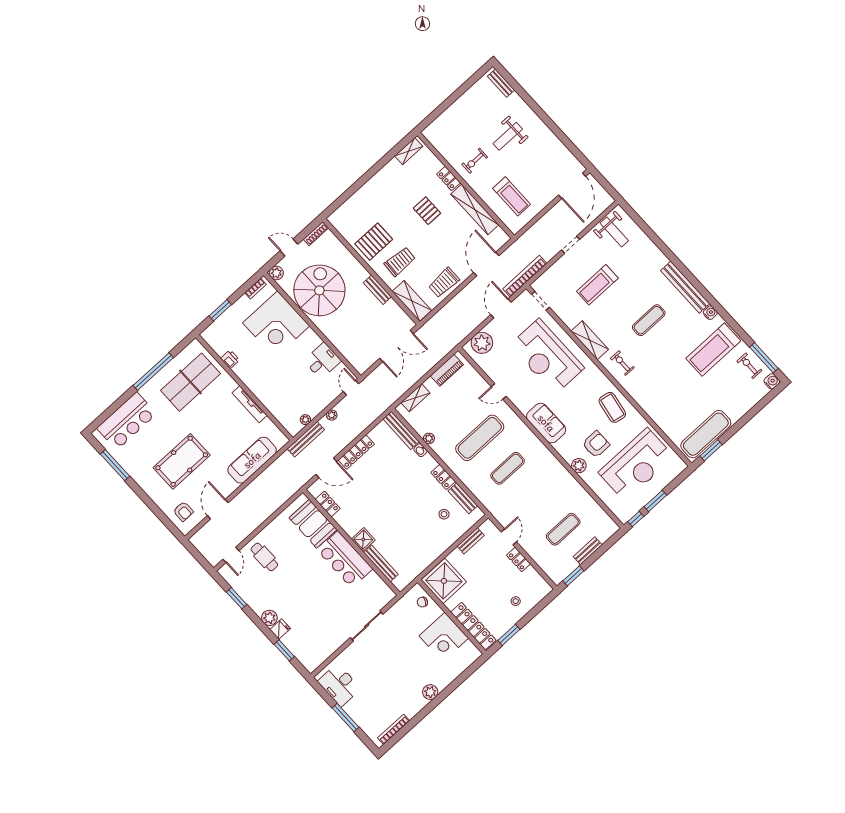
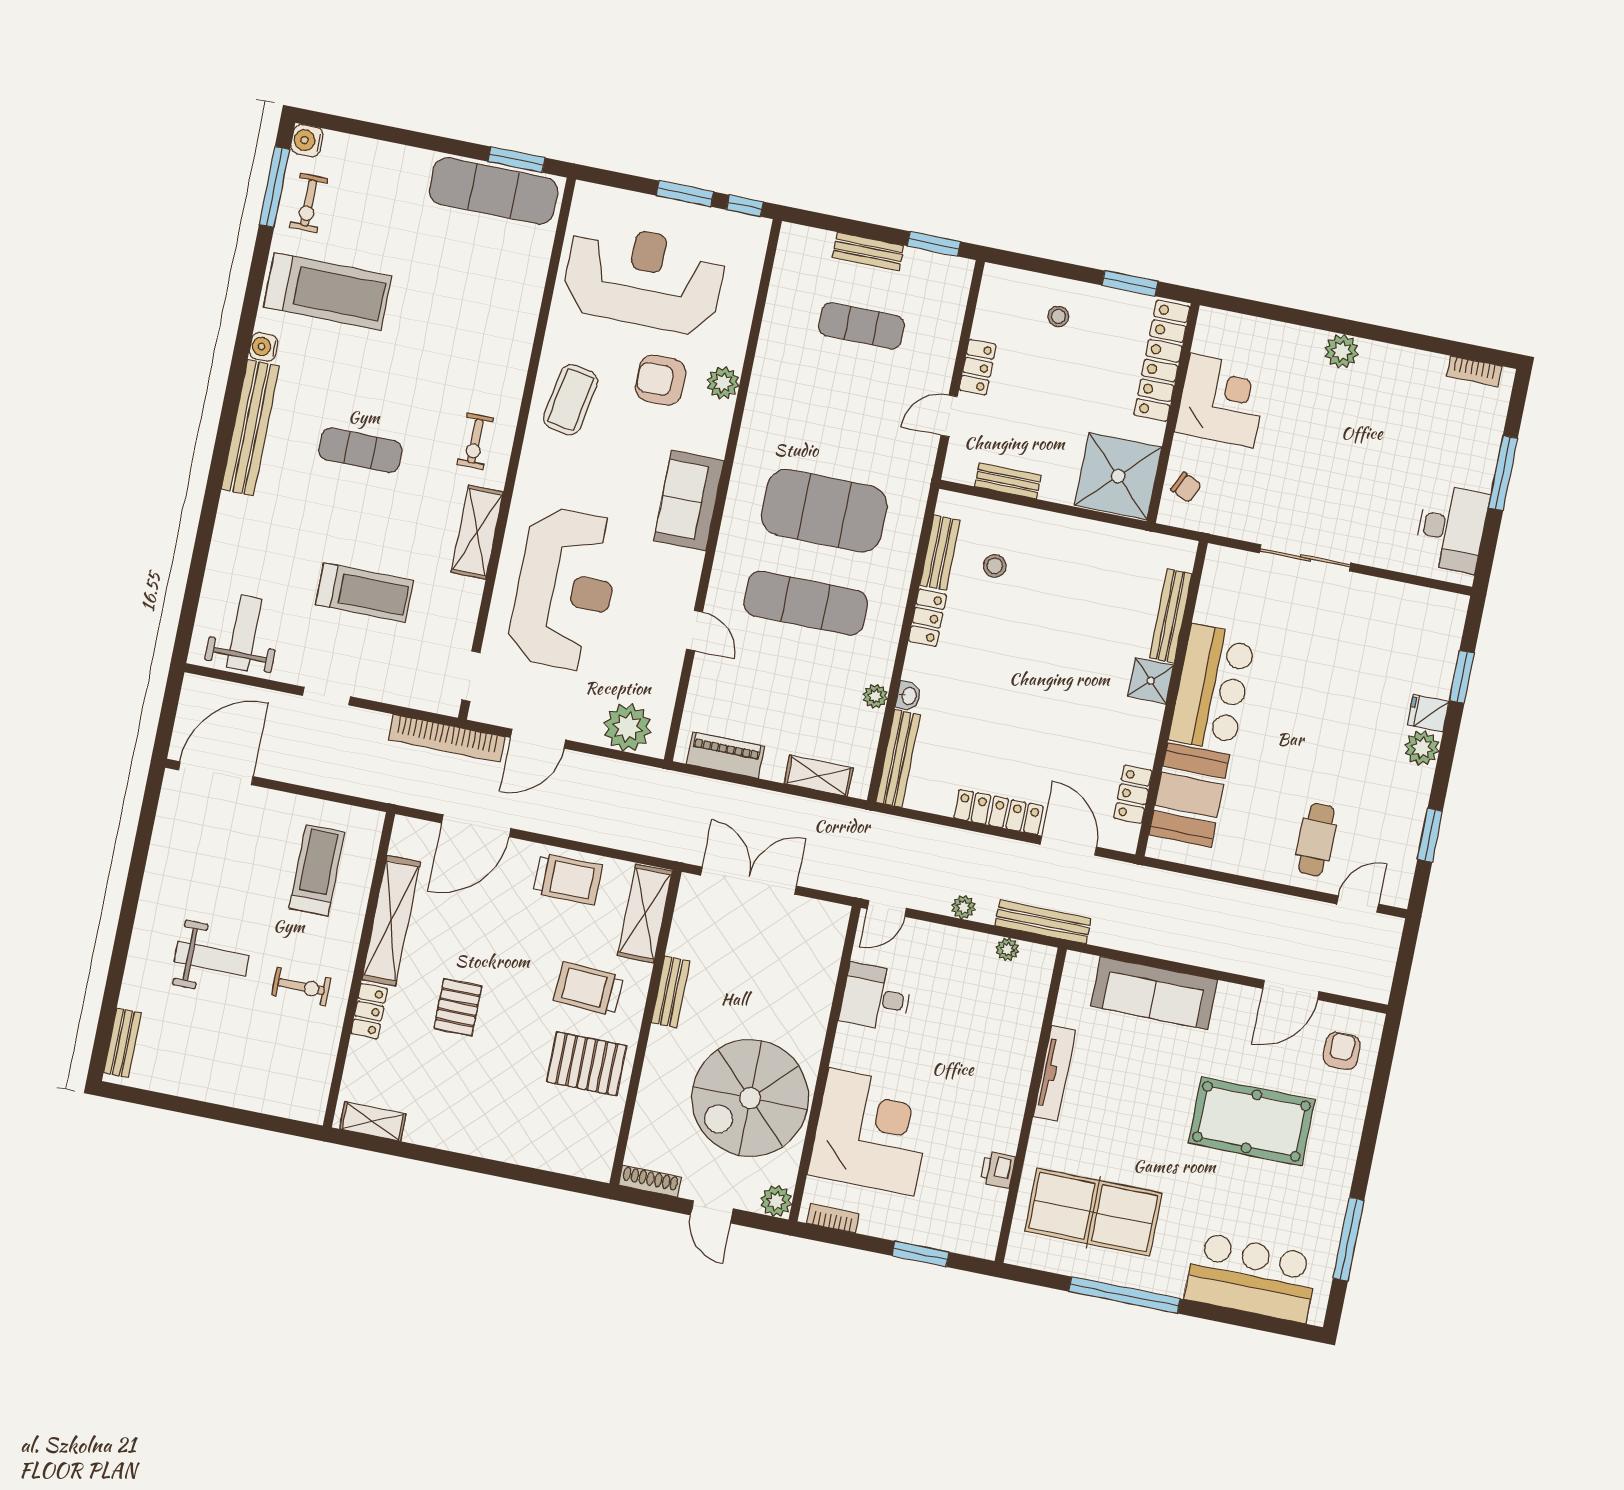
exercise mat: (508, 468) -> (824, 511), width x2.00, depth x1.45
bookcase: (394, 729) -> (1474, 371), width x0.64

